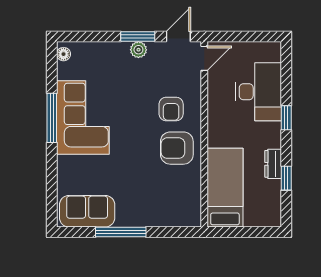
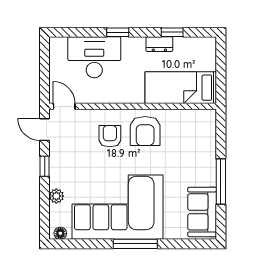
window: (138, 37) -> (45, 166), width x0.67
plant: (138, 50) -> (56, 196), moved
armchair: (171, 109) -> (110, 136), turned -90
window: (52, 118) -> (135, 244), moved
corner sofa: (83, 118) -> (118, 207), width x1.36, depth x1.36

